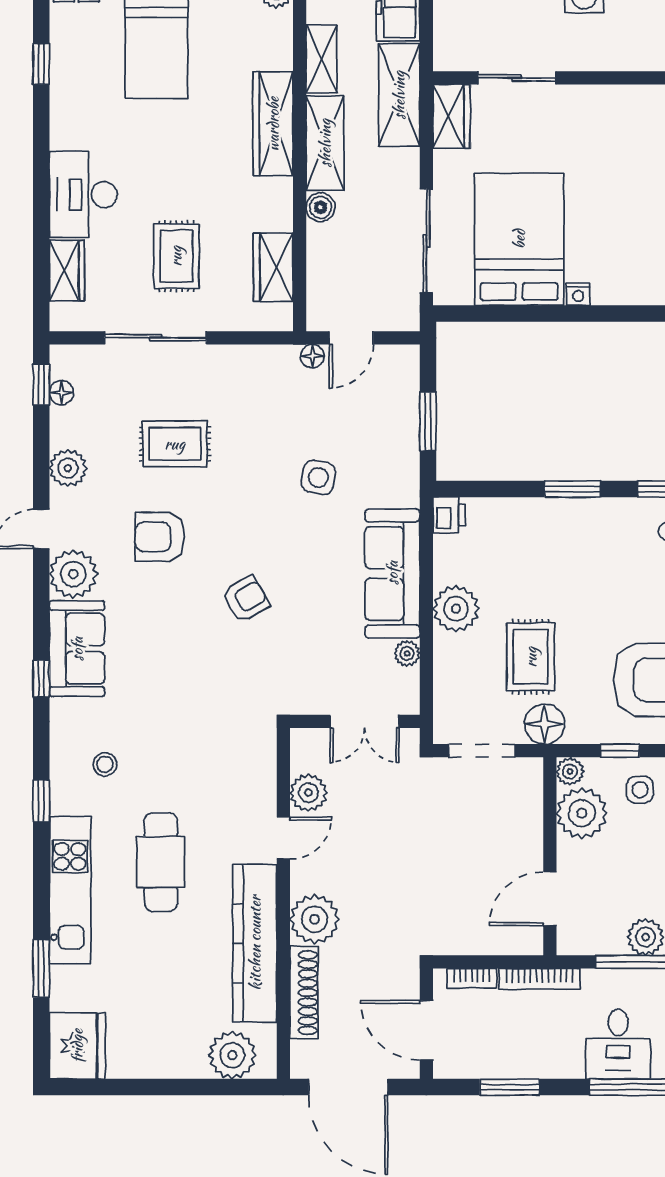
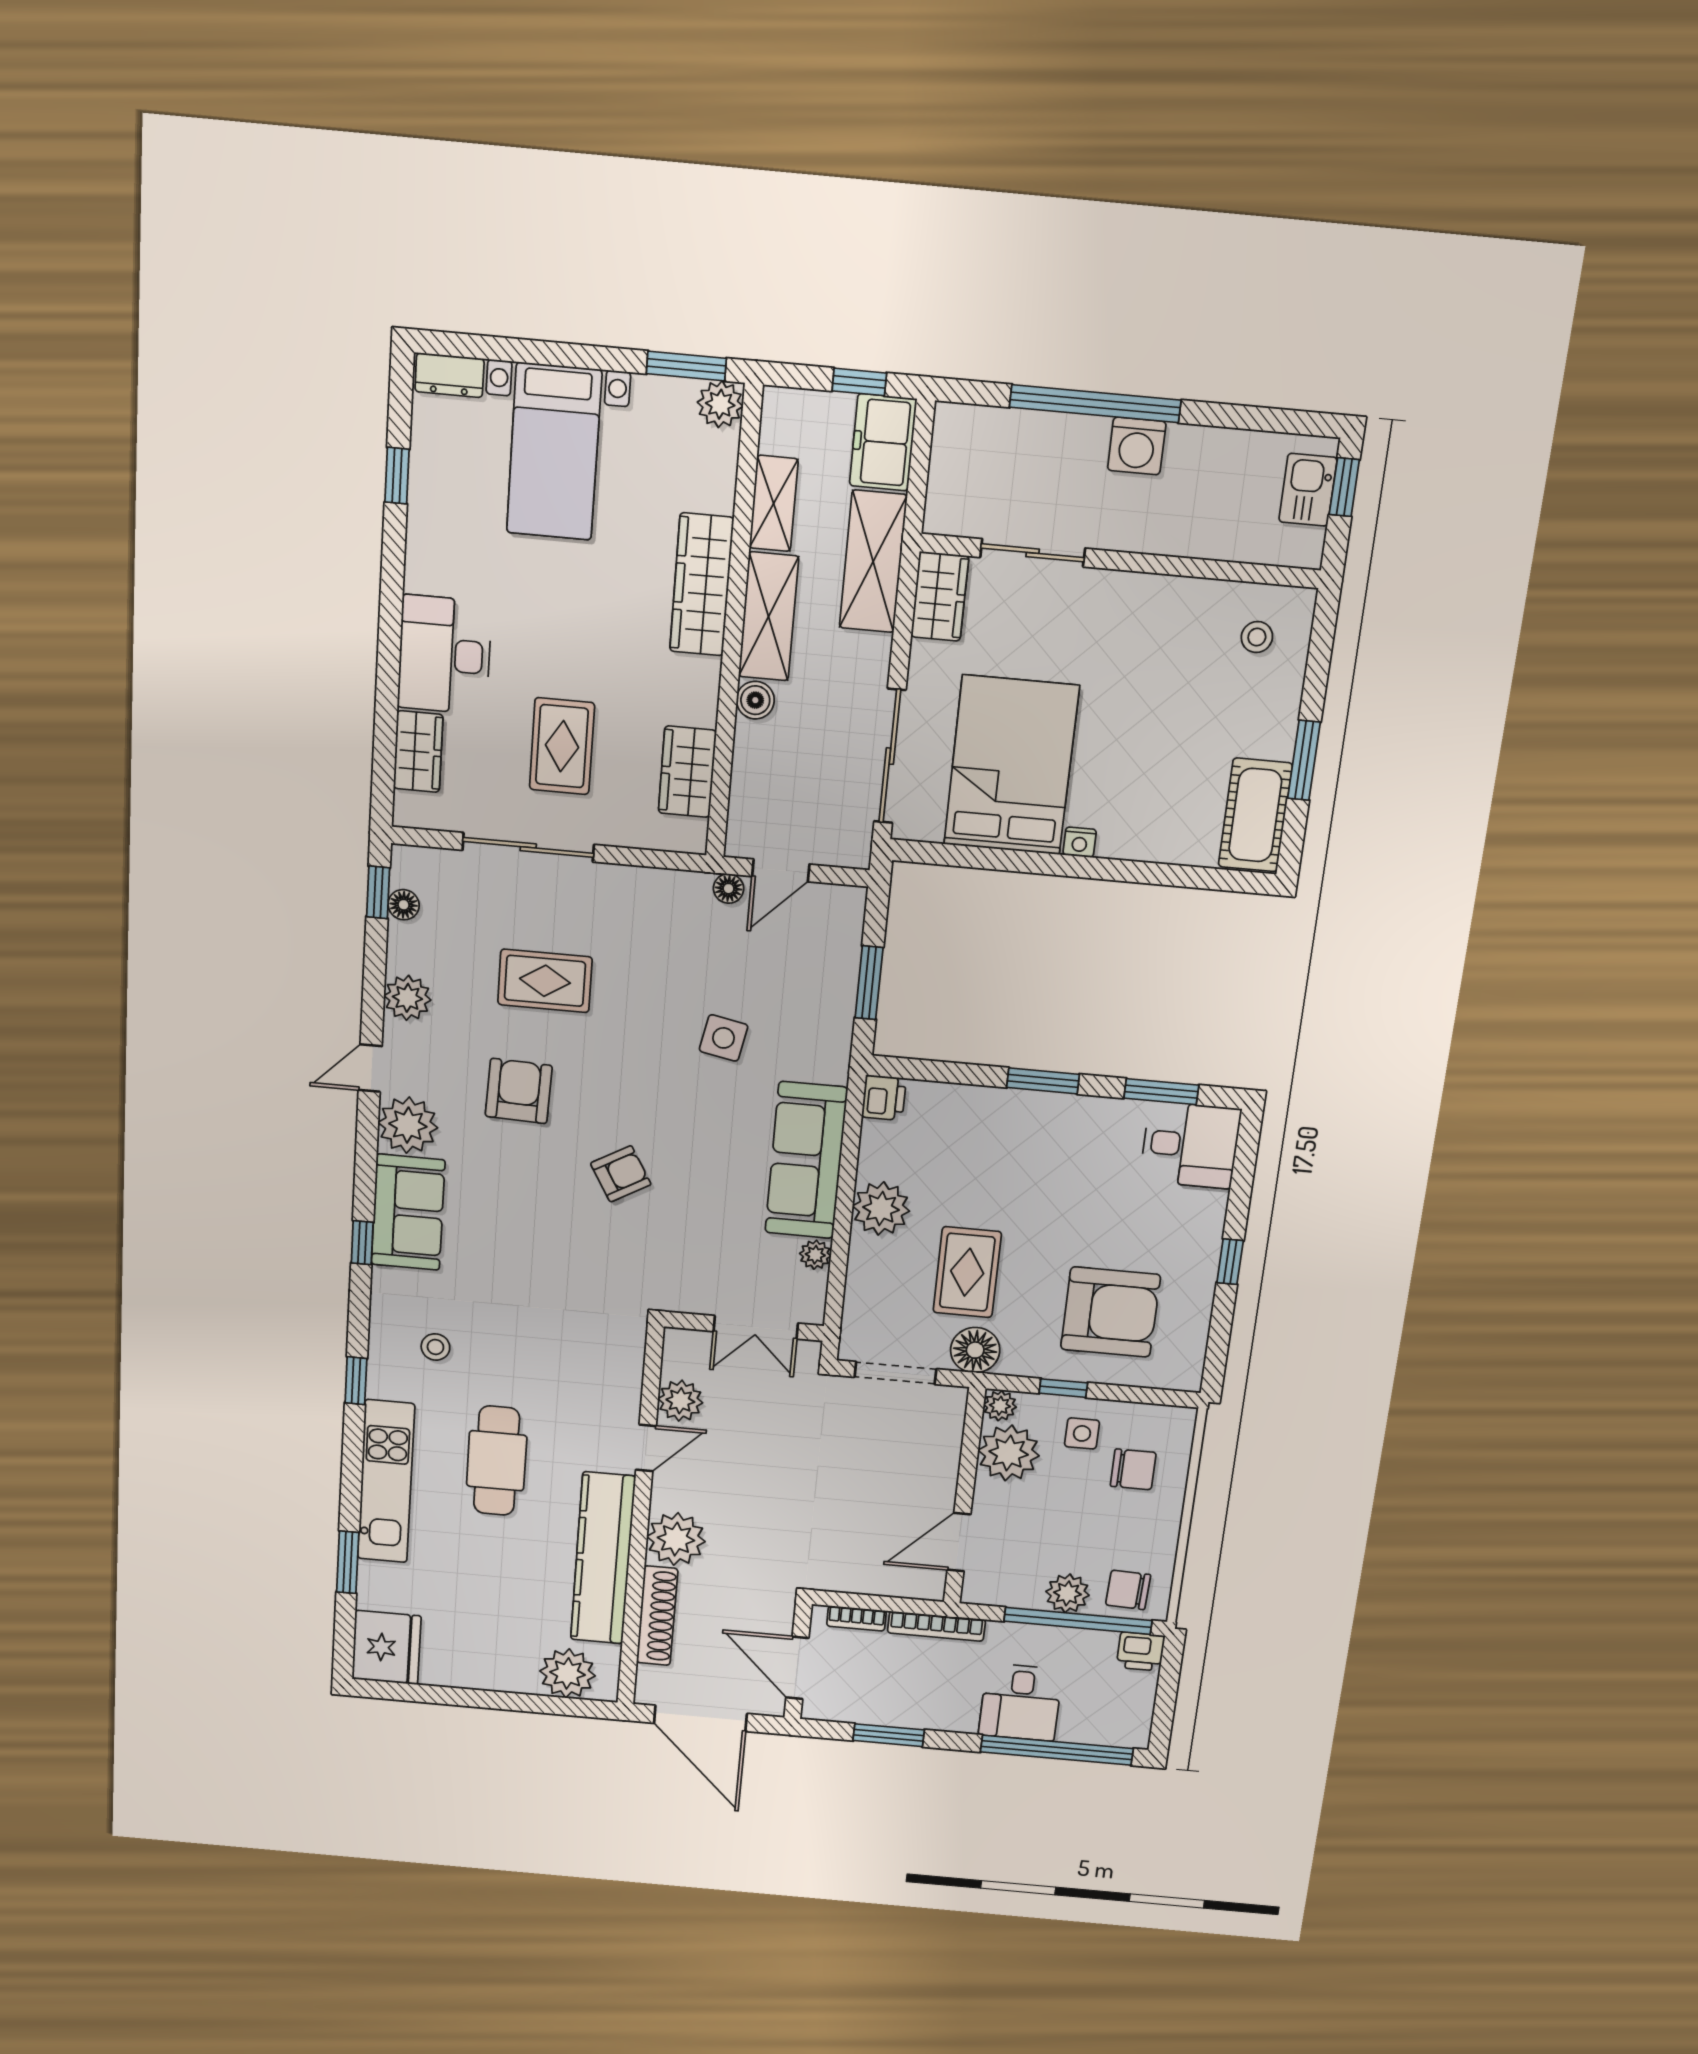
armchair: (160, 537) -> (519, 1091), turned 92

